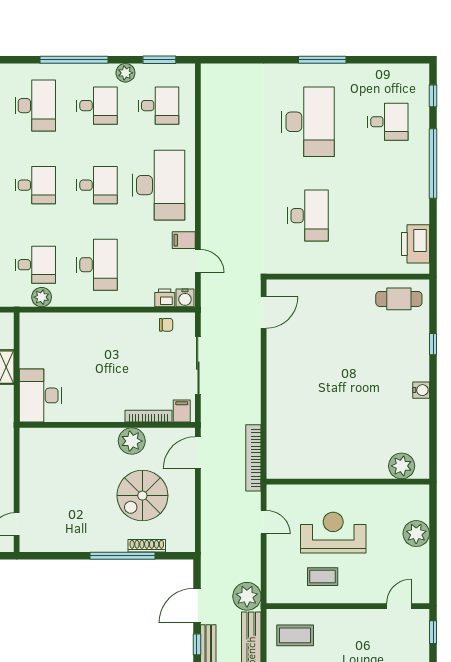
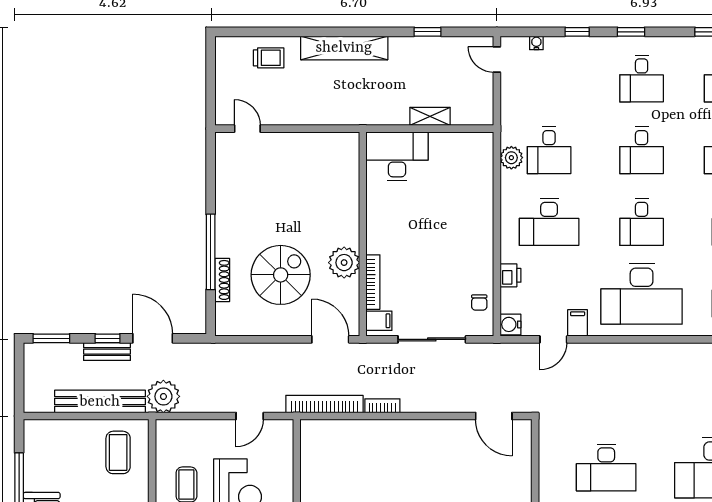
printer: (165, 298) -> (511, 275), moved
bookcase: (255, 408) -> (382, 406), added
spiral stairs: (142, 496) -> (281, 275), turned 90

